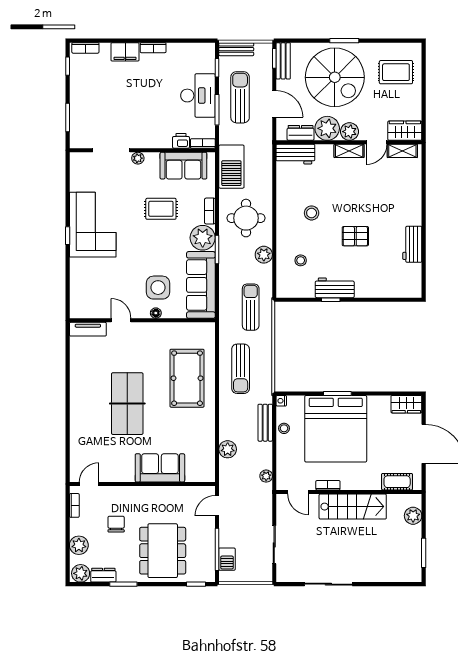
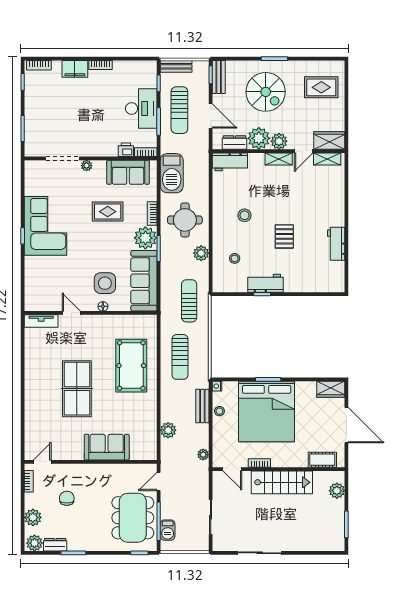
spiral stairs: (335, 77) -> (266, 92), width x0.73, depth x0.73
sun lounger: (240, 97) -> (179, 110), turned 180
pallet: (355, 236) -> (284, 236), turned 90
dining table: (163, 551) -> (133, 518), moved

